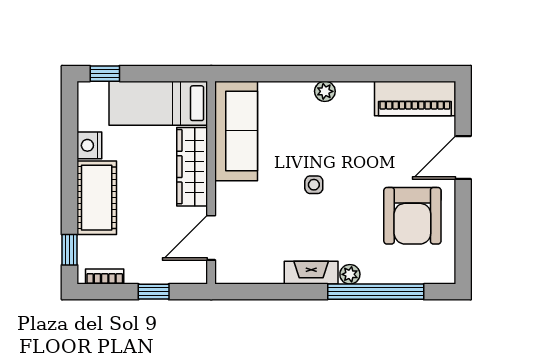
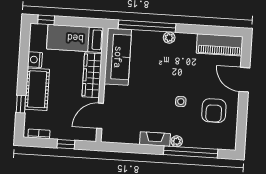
window: (284, 74) -> (147, 26), added
door: (463, 158) -> (244, 80), hinge flipped
side table: (314, 185) -> (181, 102), moved
armchair: (412, 216) -> (214, 111), width x0.73, depth x0.73
window: (70, 250) -> (21, 104), moved

